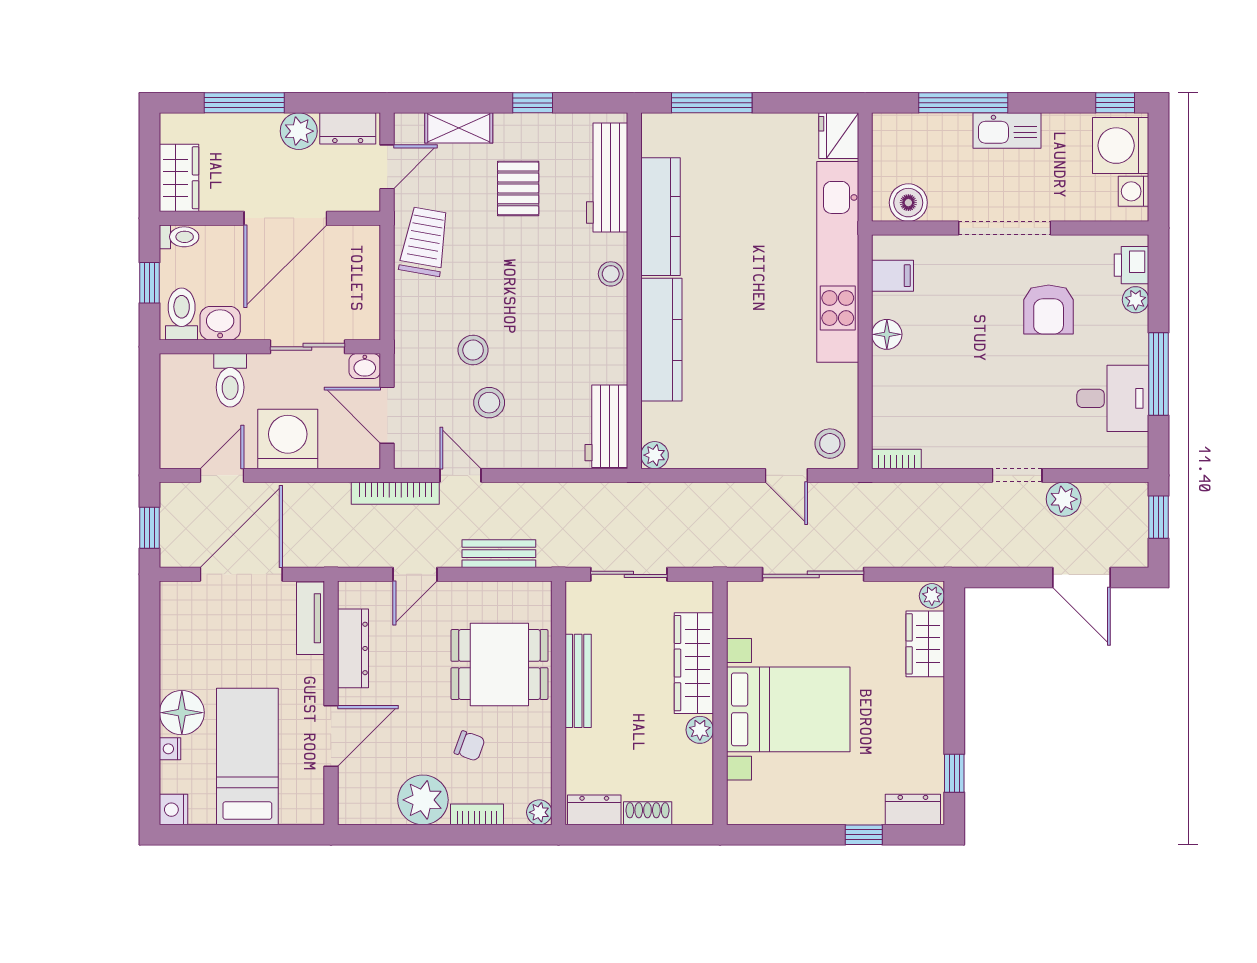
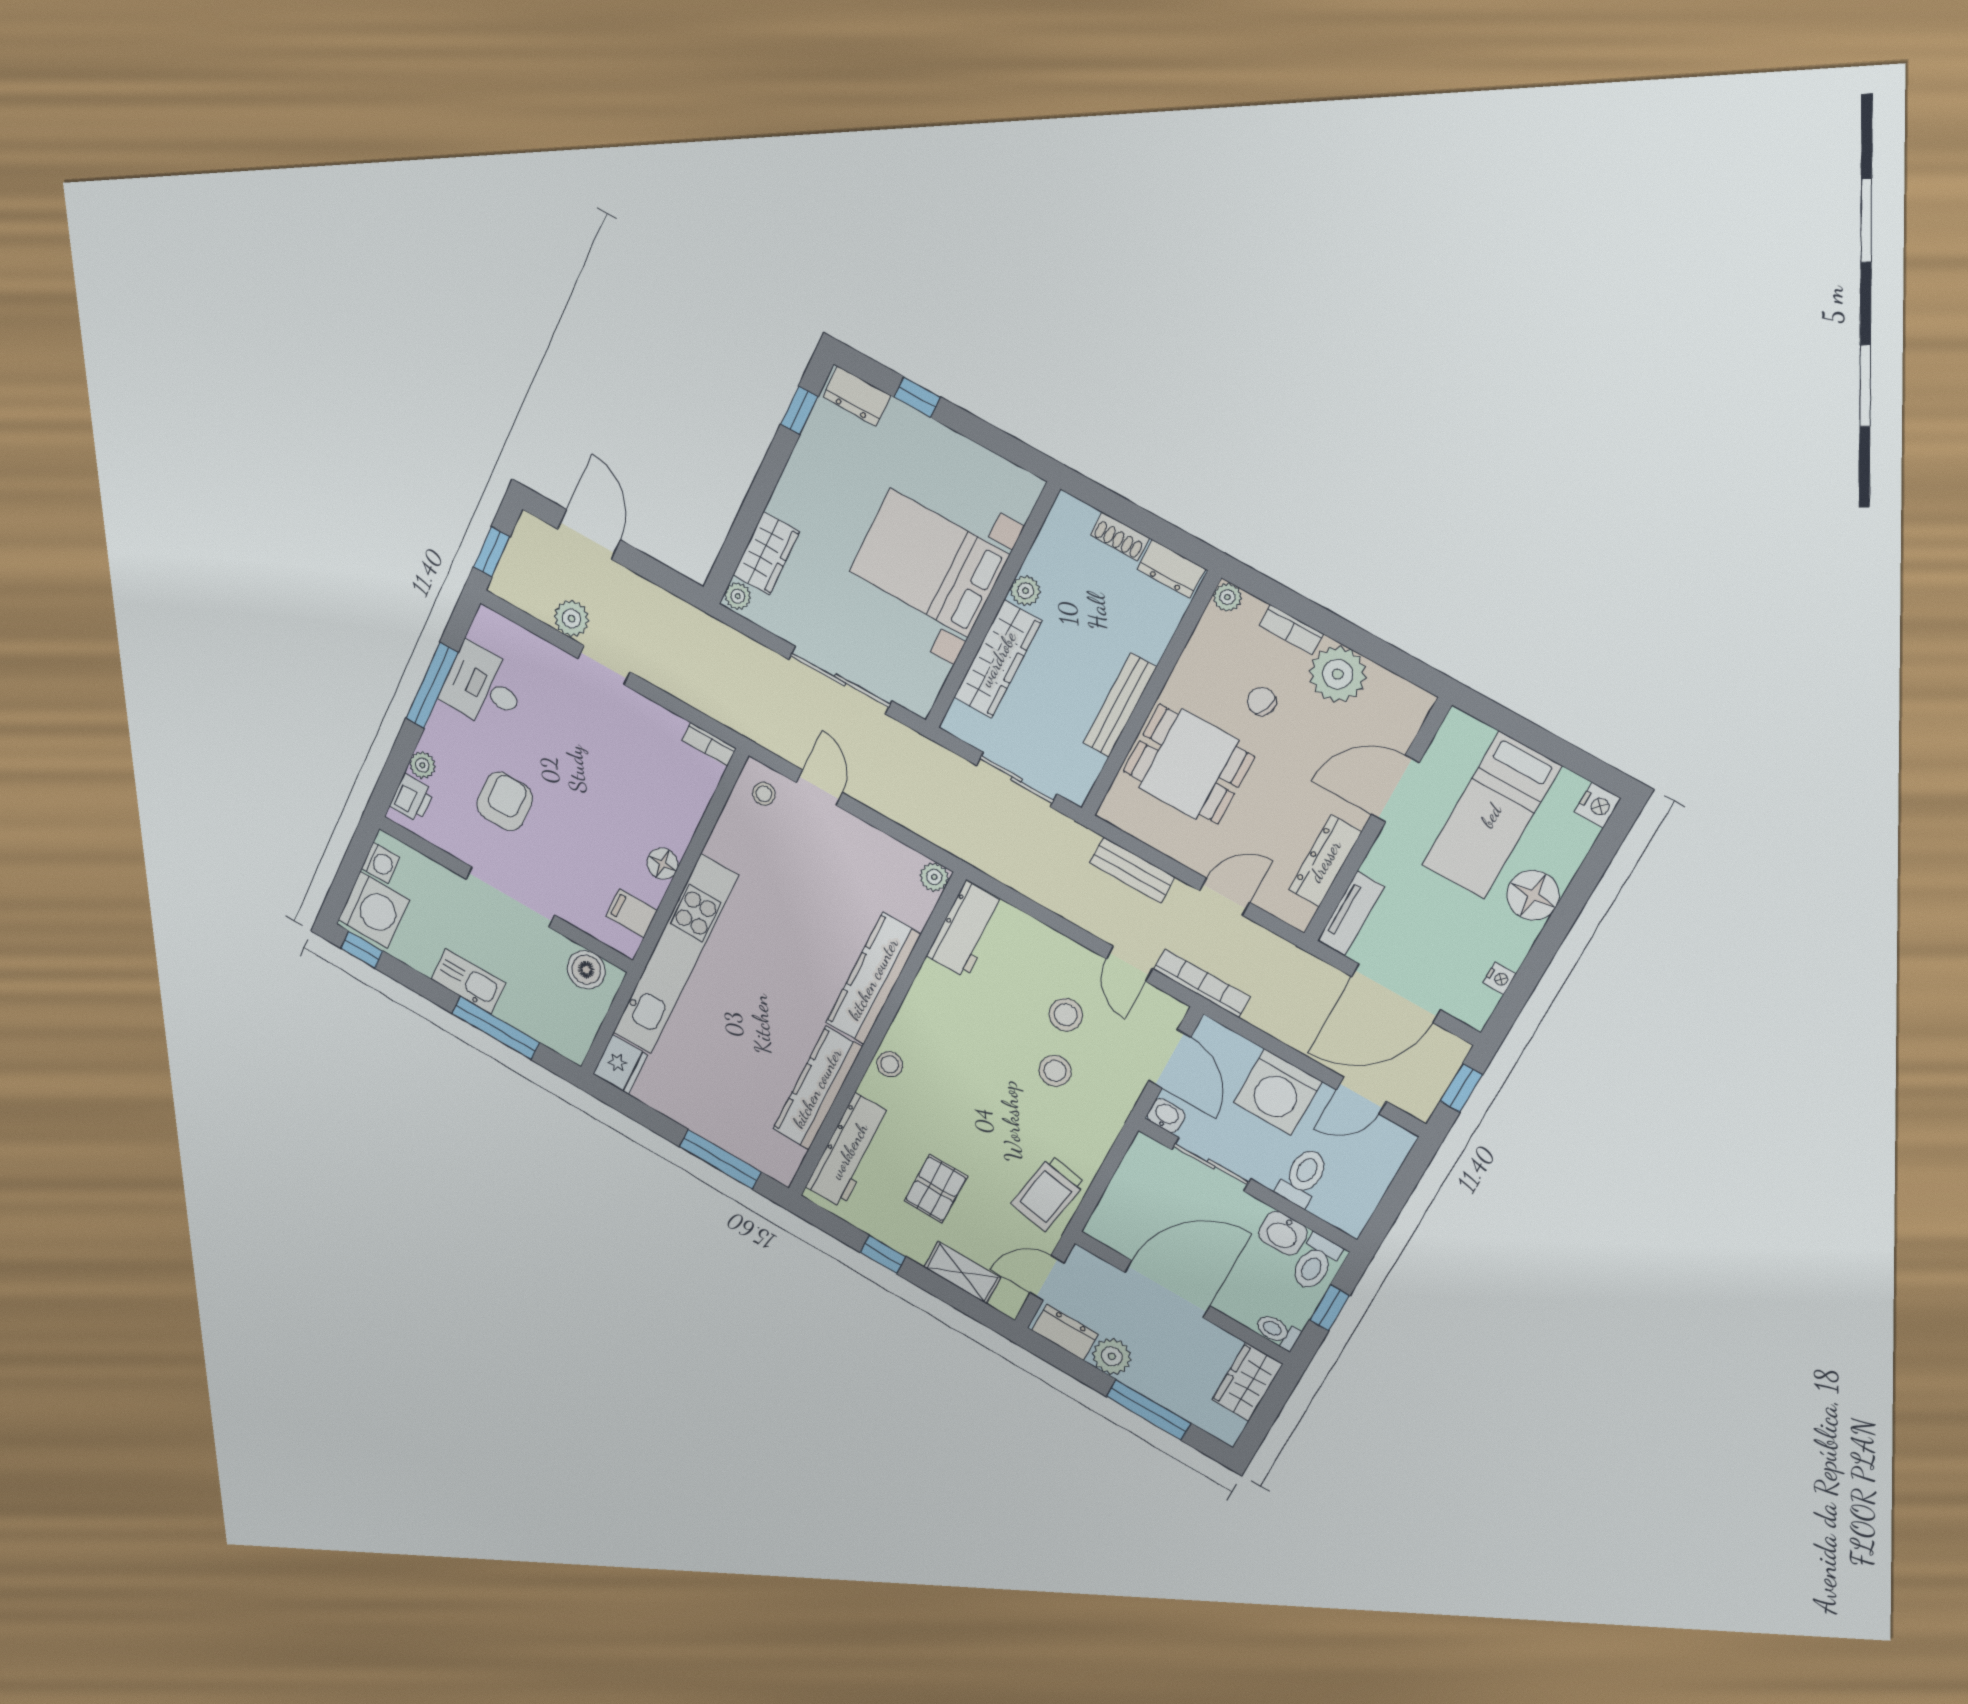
stool: (830, 444) -> (764, 794), width x0.73, depth x0.73
nightstand: (170, 749) -> (1499, 978), moved

